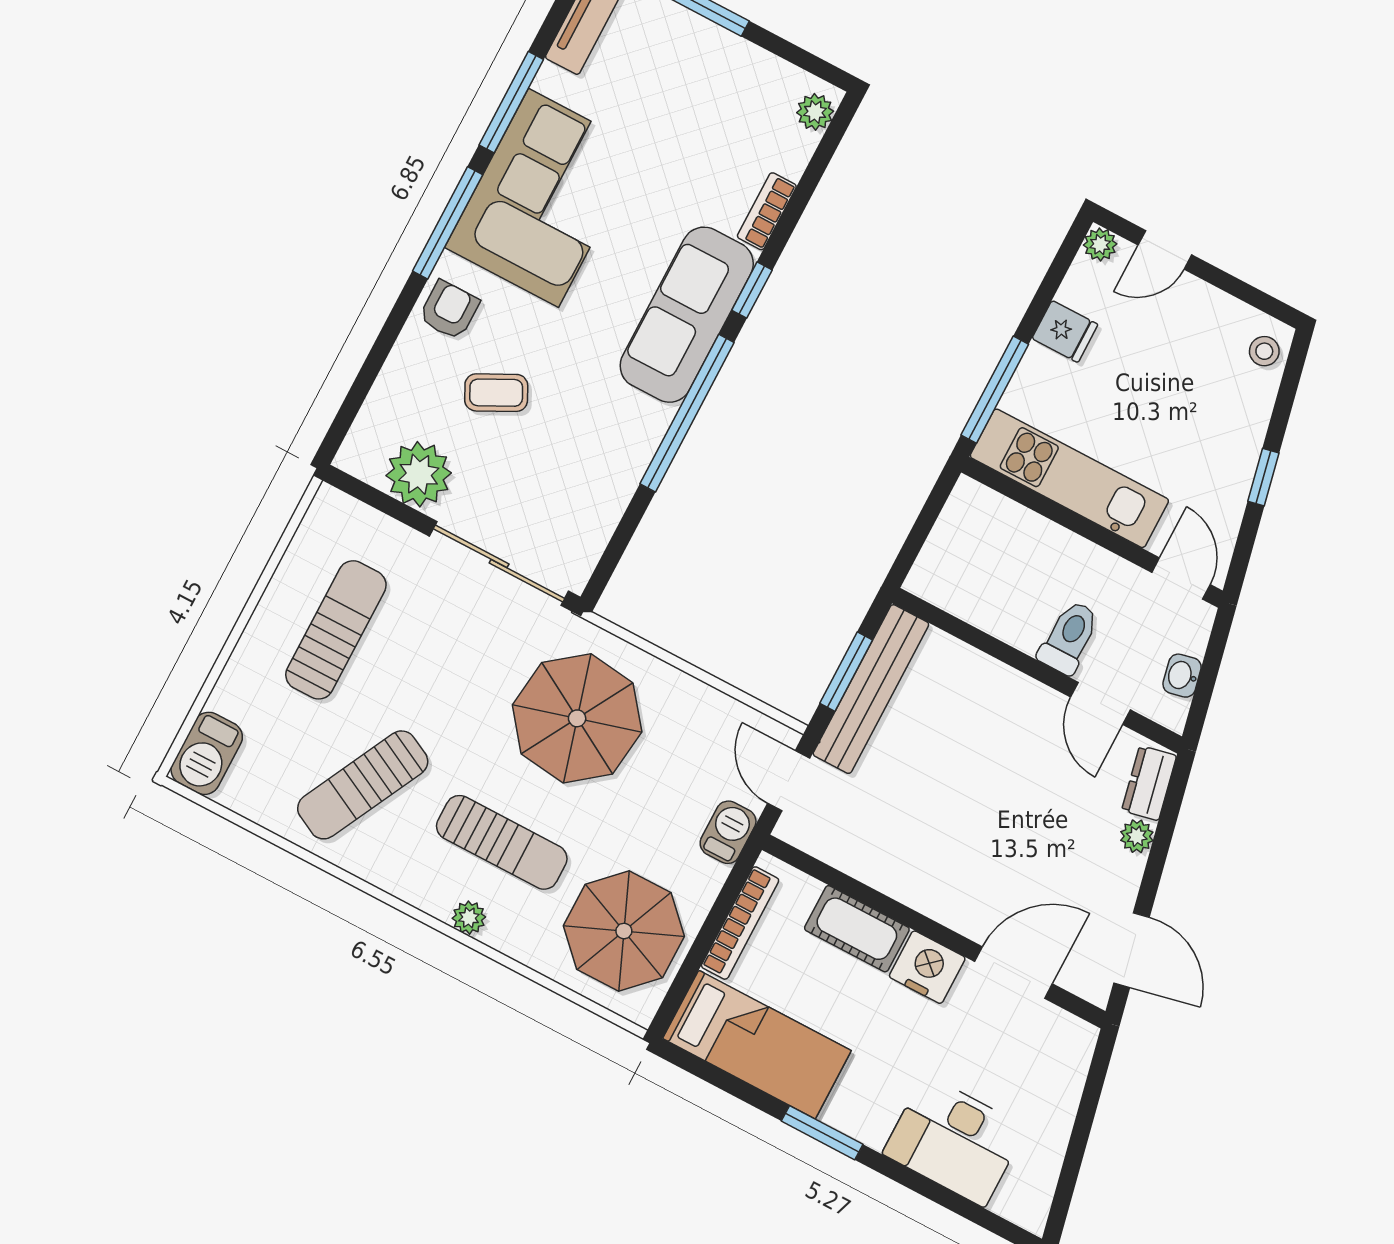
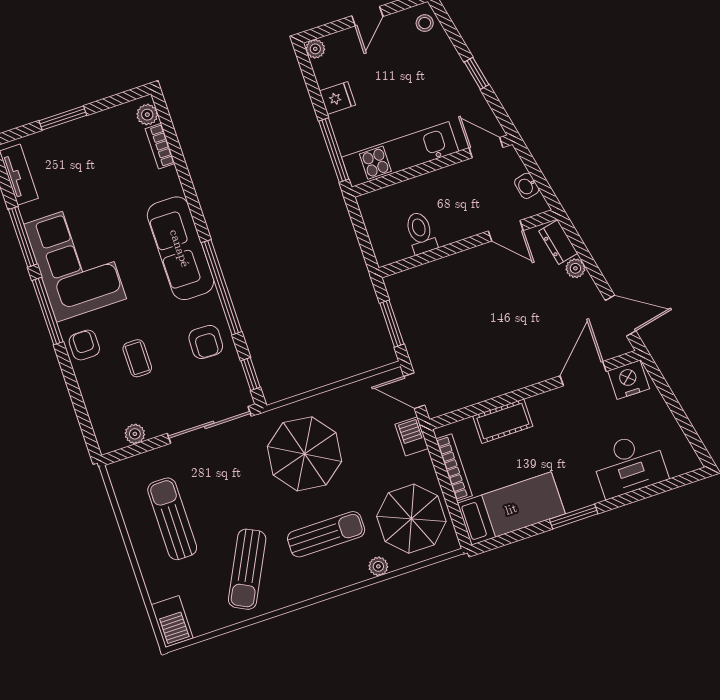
bookcase: (767, 211) -> (160, 146), moved
door: (1165, 250) -> (367, 16), moved
window: (752, 290) -> (250, 374), moved
coffee table: (496, 393) -> (137, 358), turned -63
armchair: (599, 459) -> (206, 342), added
plant: (419, 474) -> (135, 434), width x0.53, depth x0.53
toilet: (1069, 637) -> (421, 233), moved
bench: (871, 689) -> (409, 320), removed
plant: (469, 918) -> (378, 566), moved
nightstand: (927, 967) -> (629, 380), moved

